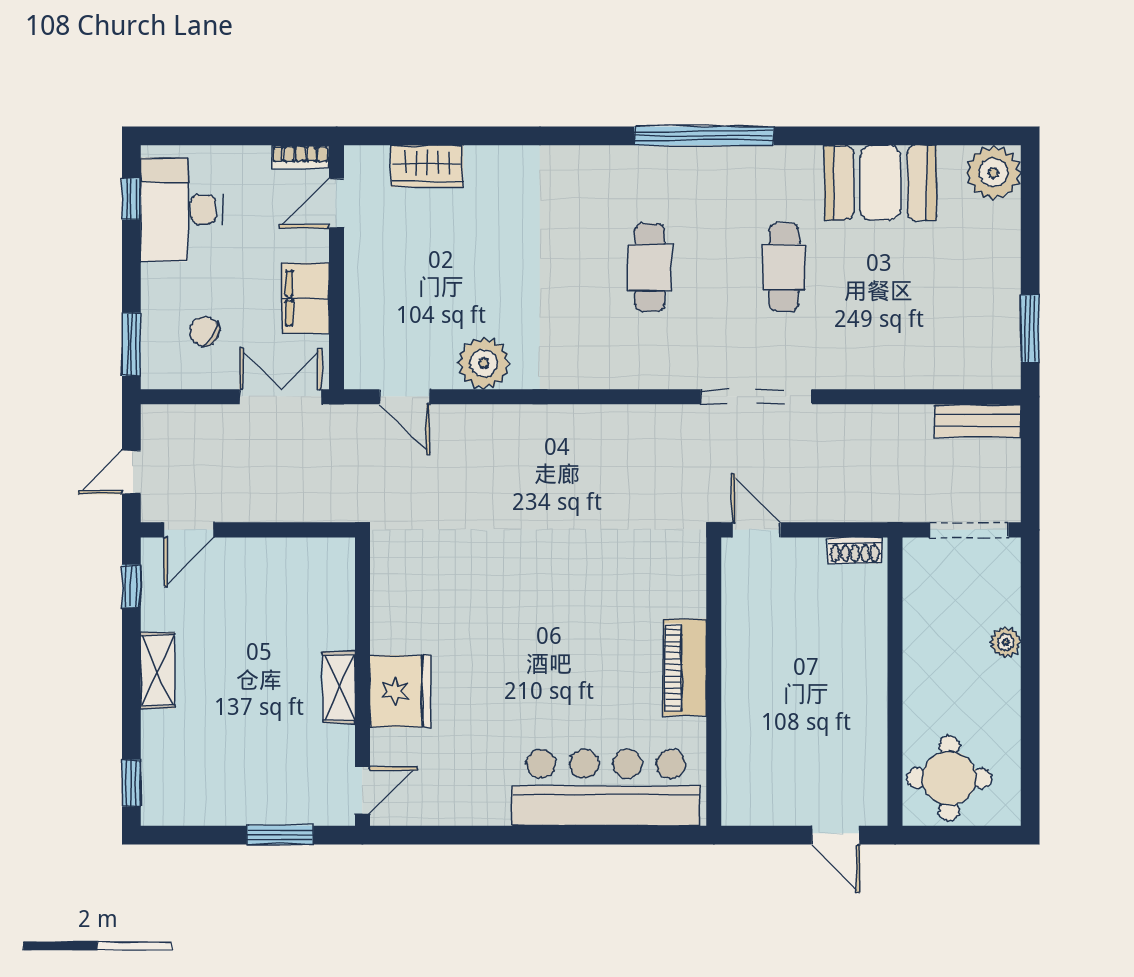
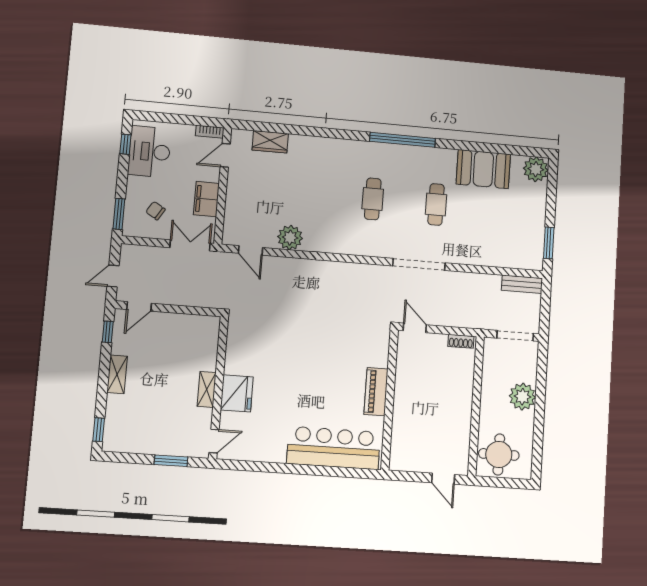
plant: (1006, 642) -> (522, 397), width x1.88, depth x1.88

